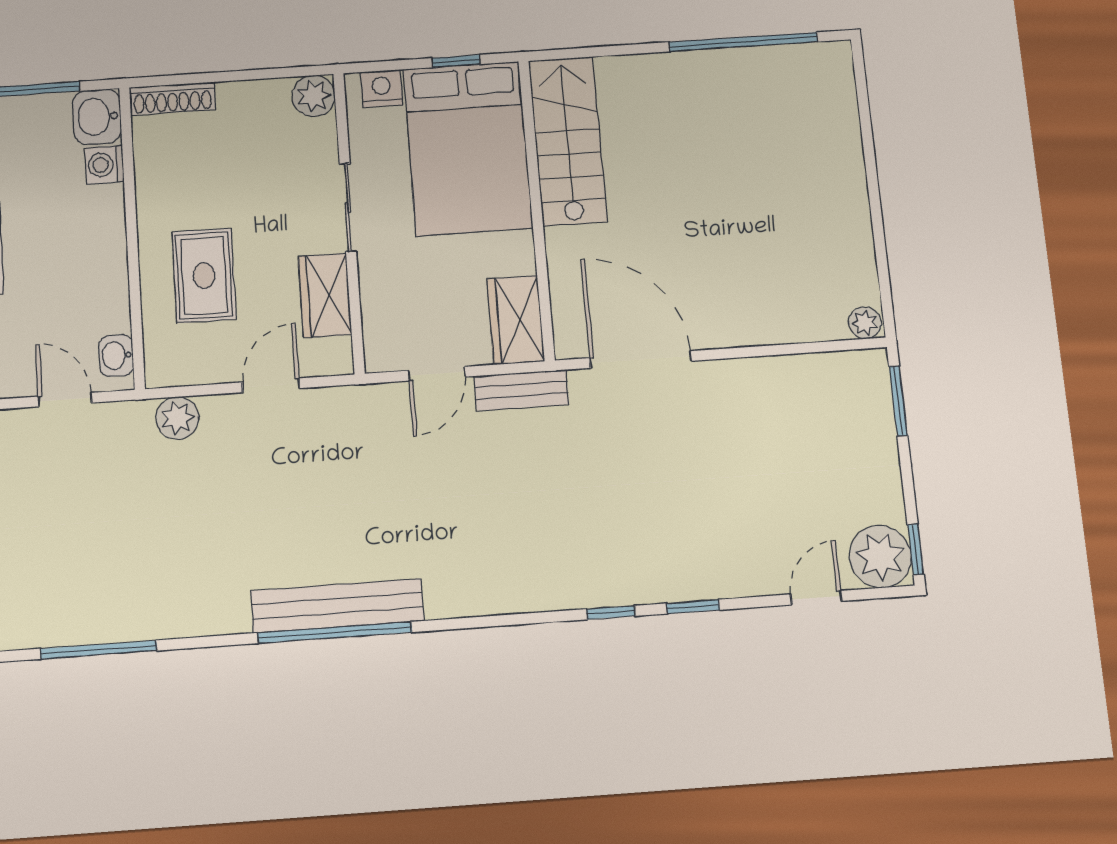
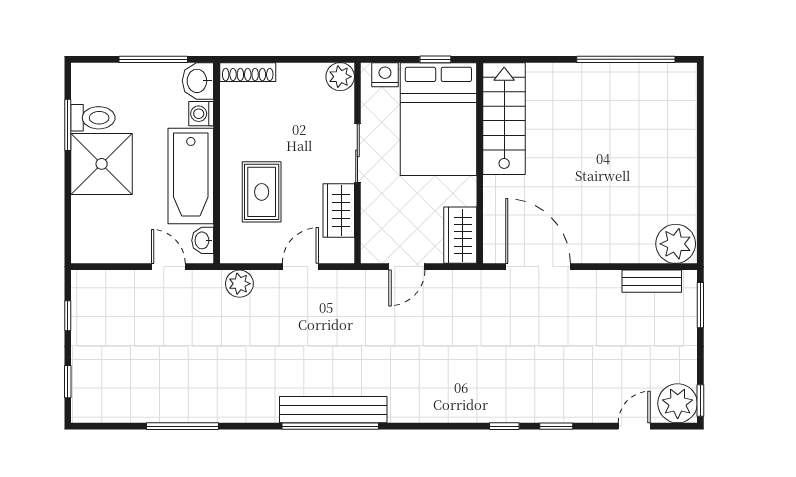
bathtub: (93, 259) -> (191, 176), added
plant: (865, 323) -> (676, 244), width x1.88, depth x1.88
bench: (521, 390) -> (652, 281), moved

